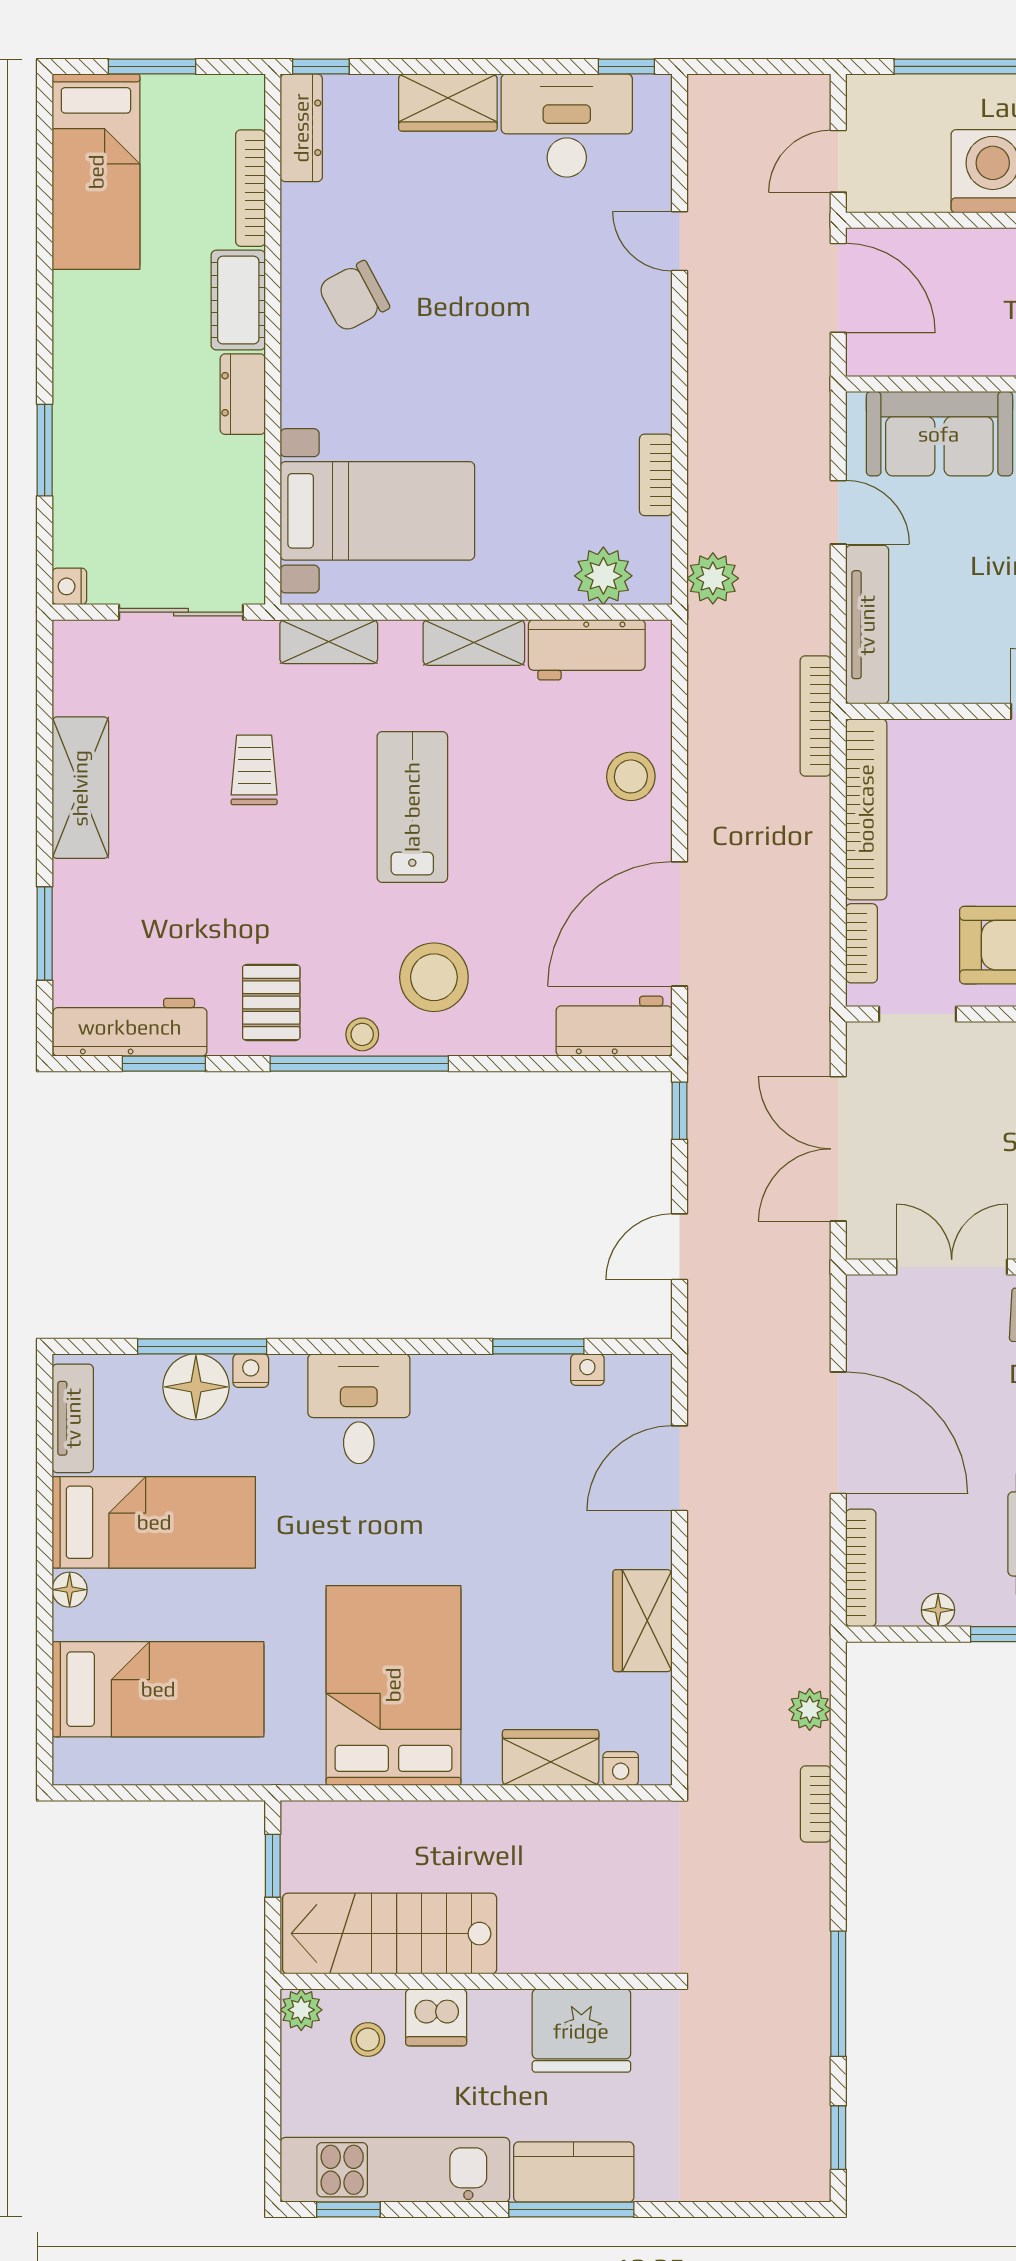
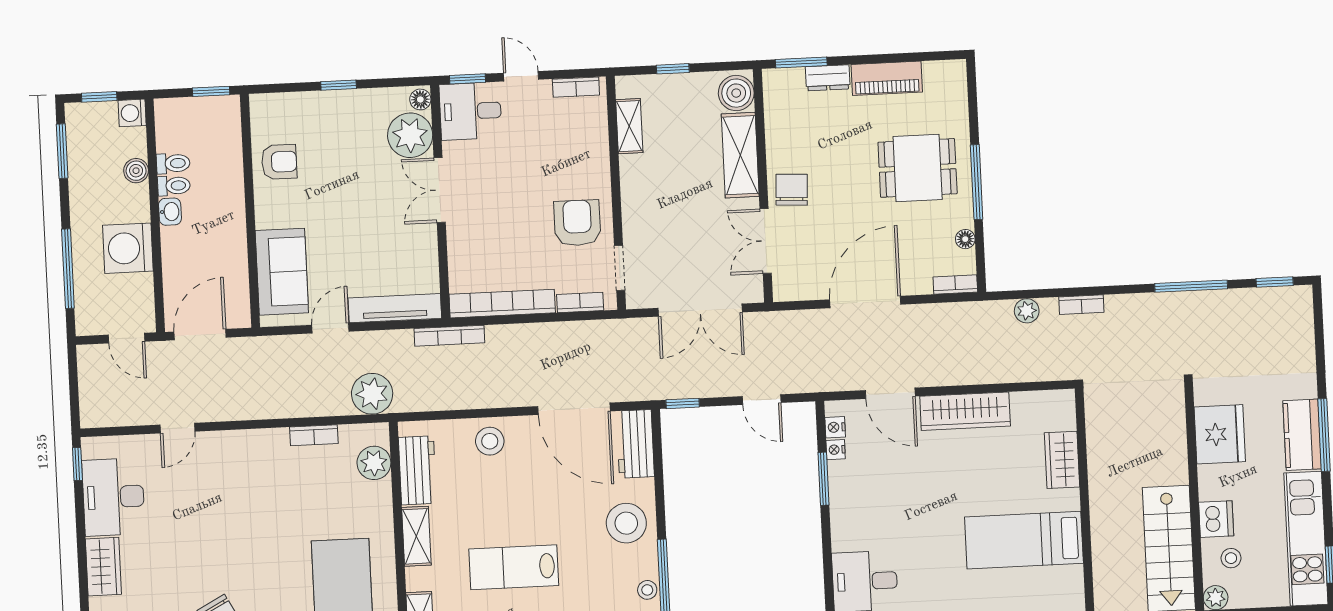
plant: (713, 578) -> (372, 394), width x1.36, depth x1.36
stool: (434, 977) -> (626, 523), moved
bookcase: (861, 1568) -> (955, 285), width x0.64
wardrobe: (643, 1621) -> (965, 411), width x1.50
bed: (393, 1685) -> (1024, 540), width x0.67
nightstand: (621, 1769) -> (835, 427), moved, turned 180

